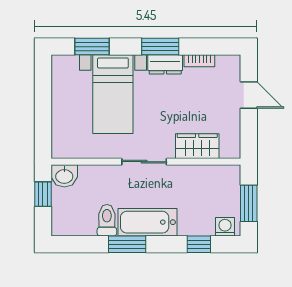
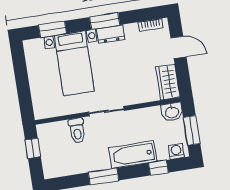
bookcase: (199, 61) -> (151, 25), moved
wardrobe: (197, 146) -> (168, 82), moved, turned -90
washbasin: (64, 176) -> (172, 112), moved
toilet: (107, 220) -> (77, 131), moved, turned 180
bathtub: (148, 222) -> (133, 155), moved

